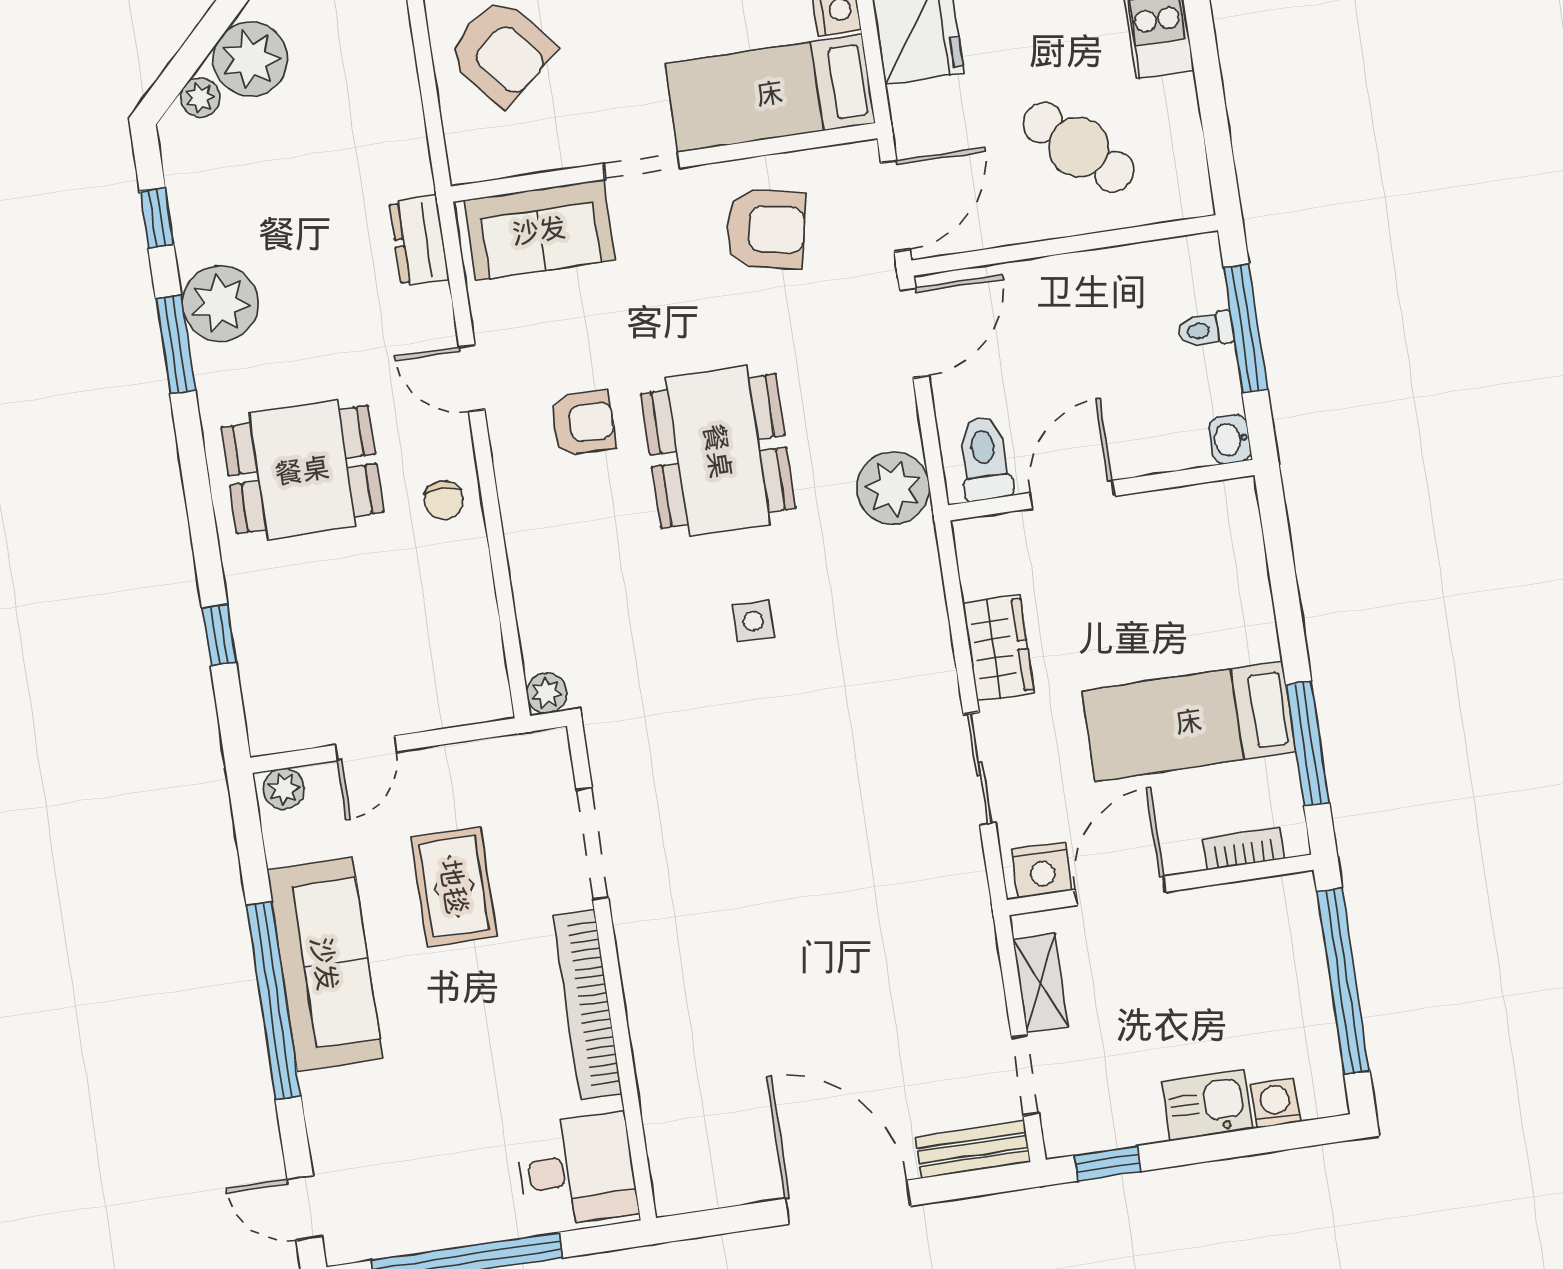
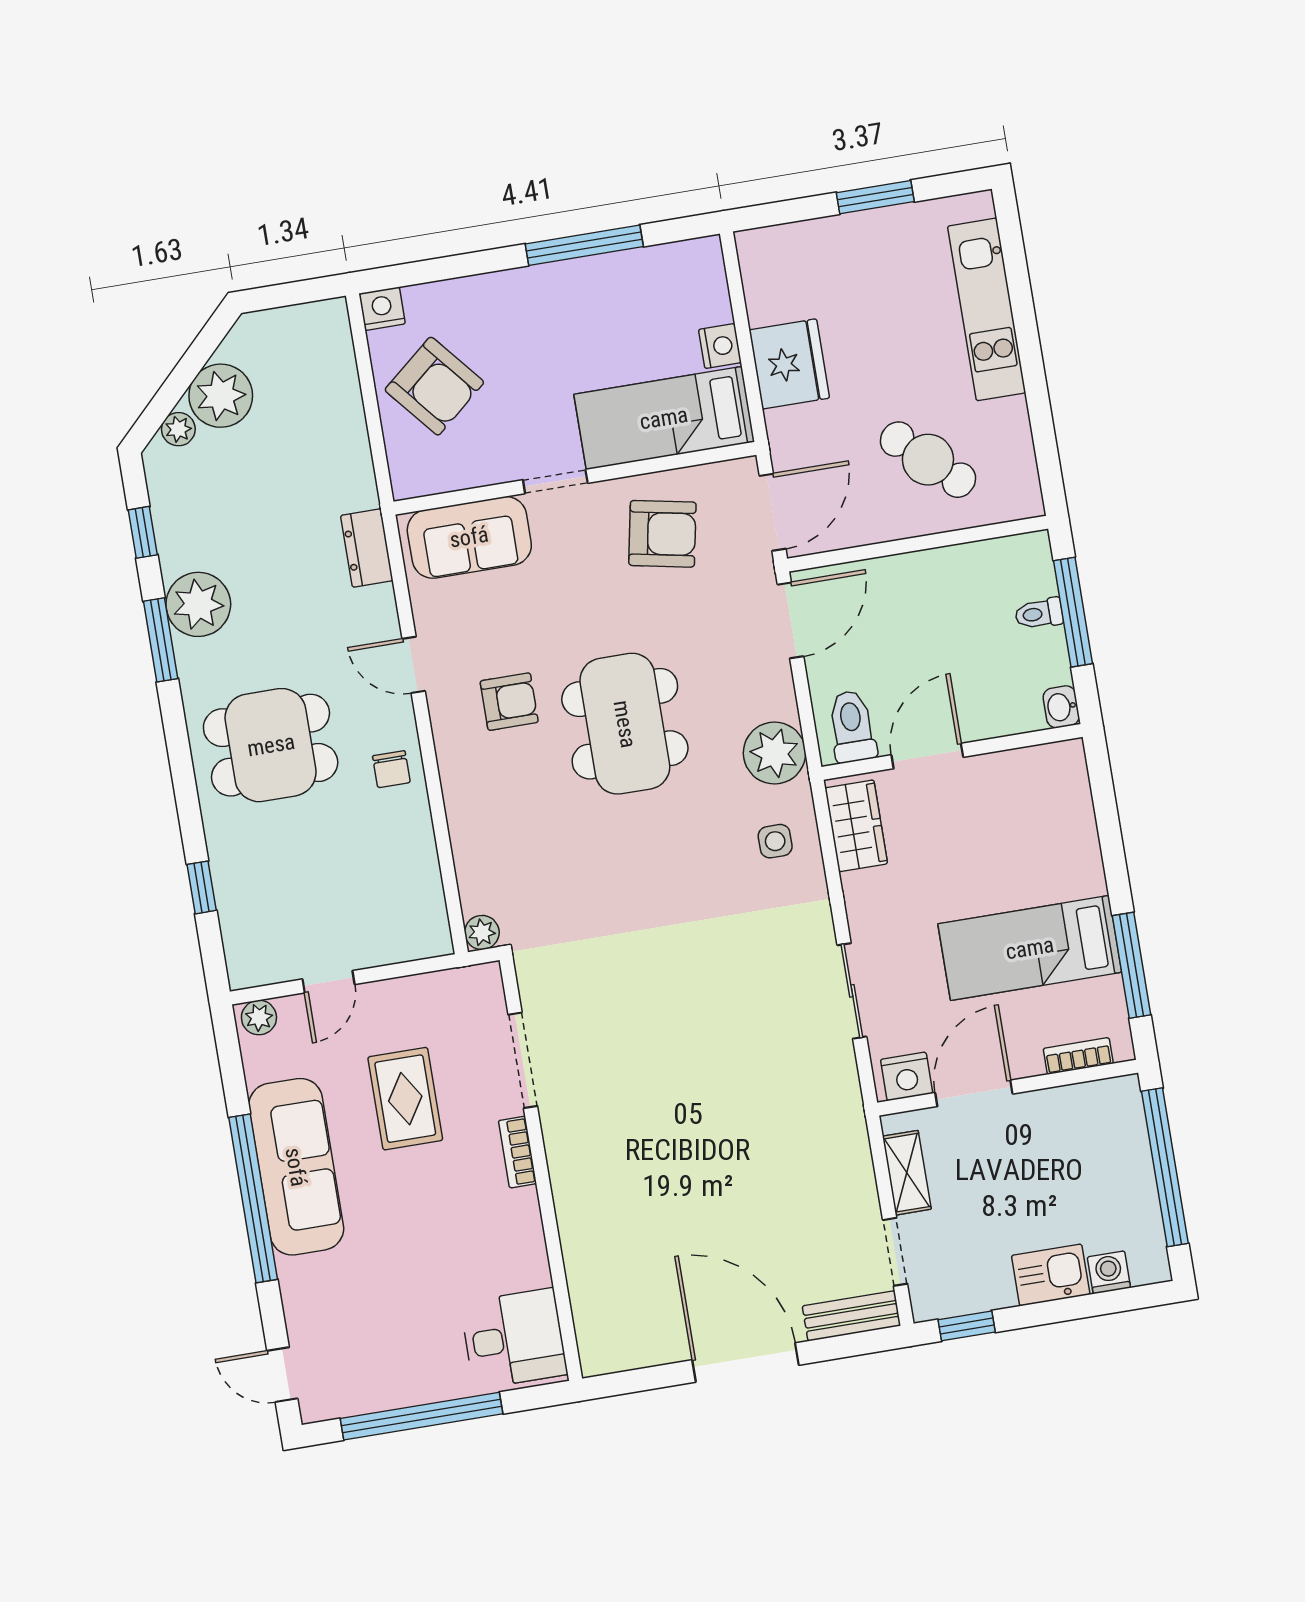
side table: (753, 621) -> (775, 841), moved
wardrobe: (998, 648) -> (856, 826), moved
bookcase: (587, 1004) -> (518, 1152), width x0.43, depth x0.76

